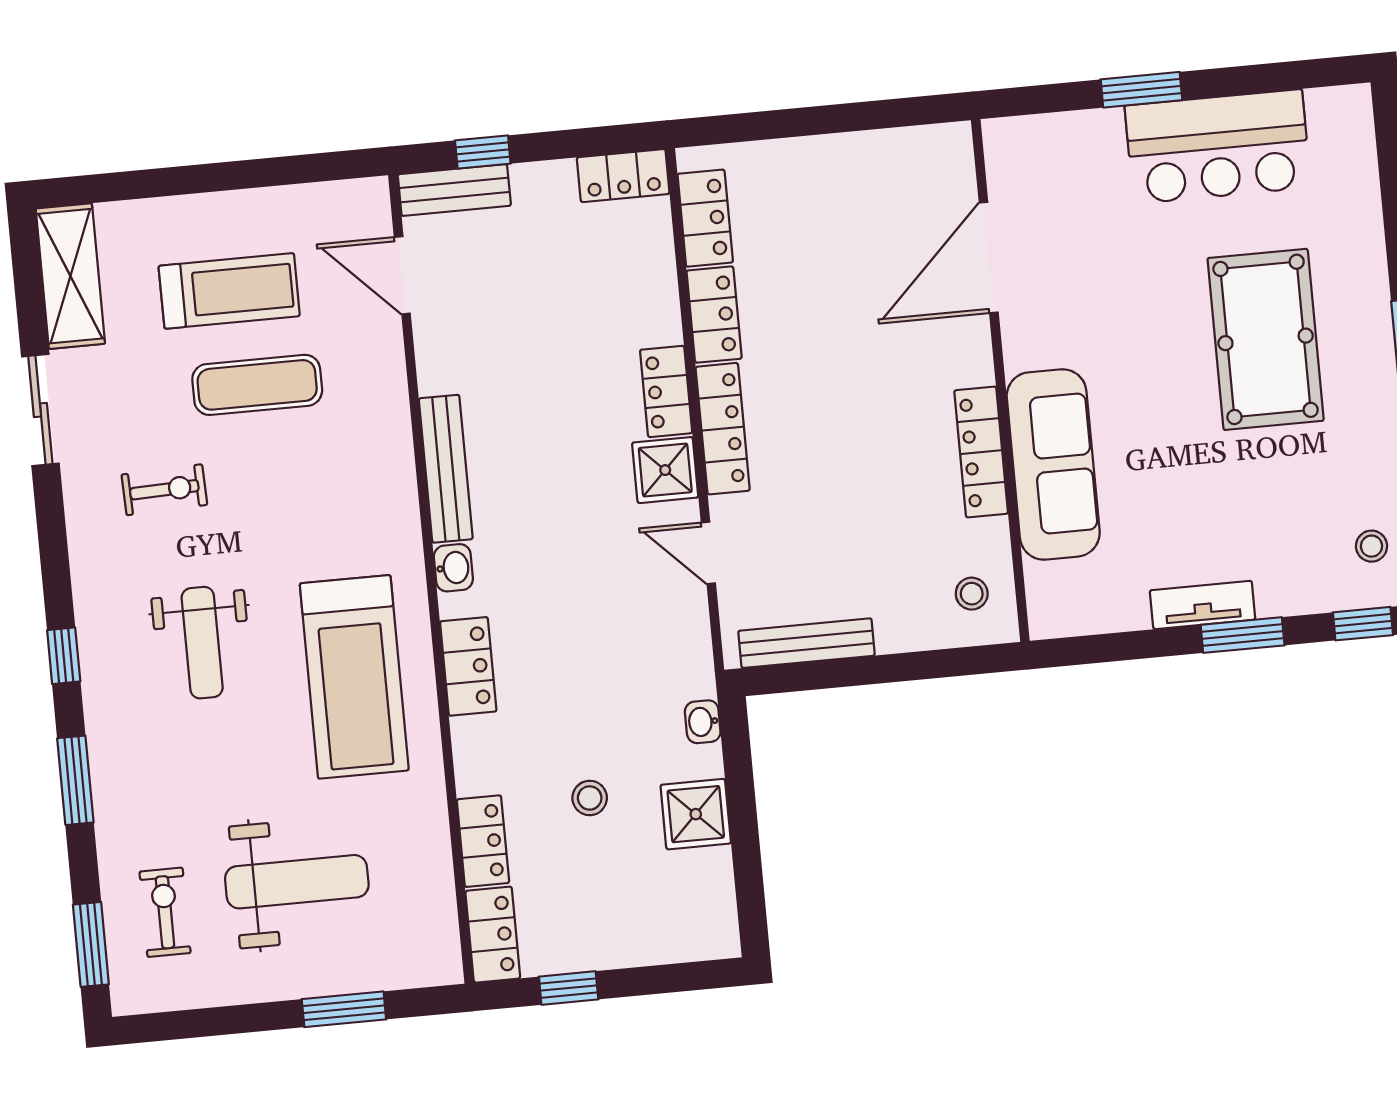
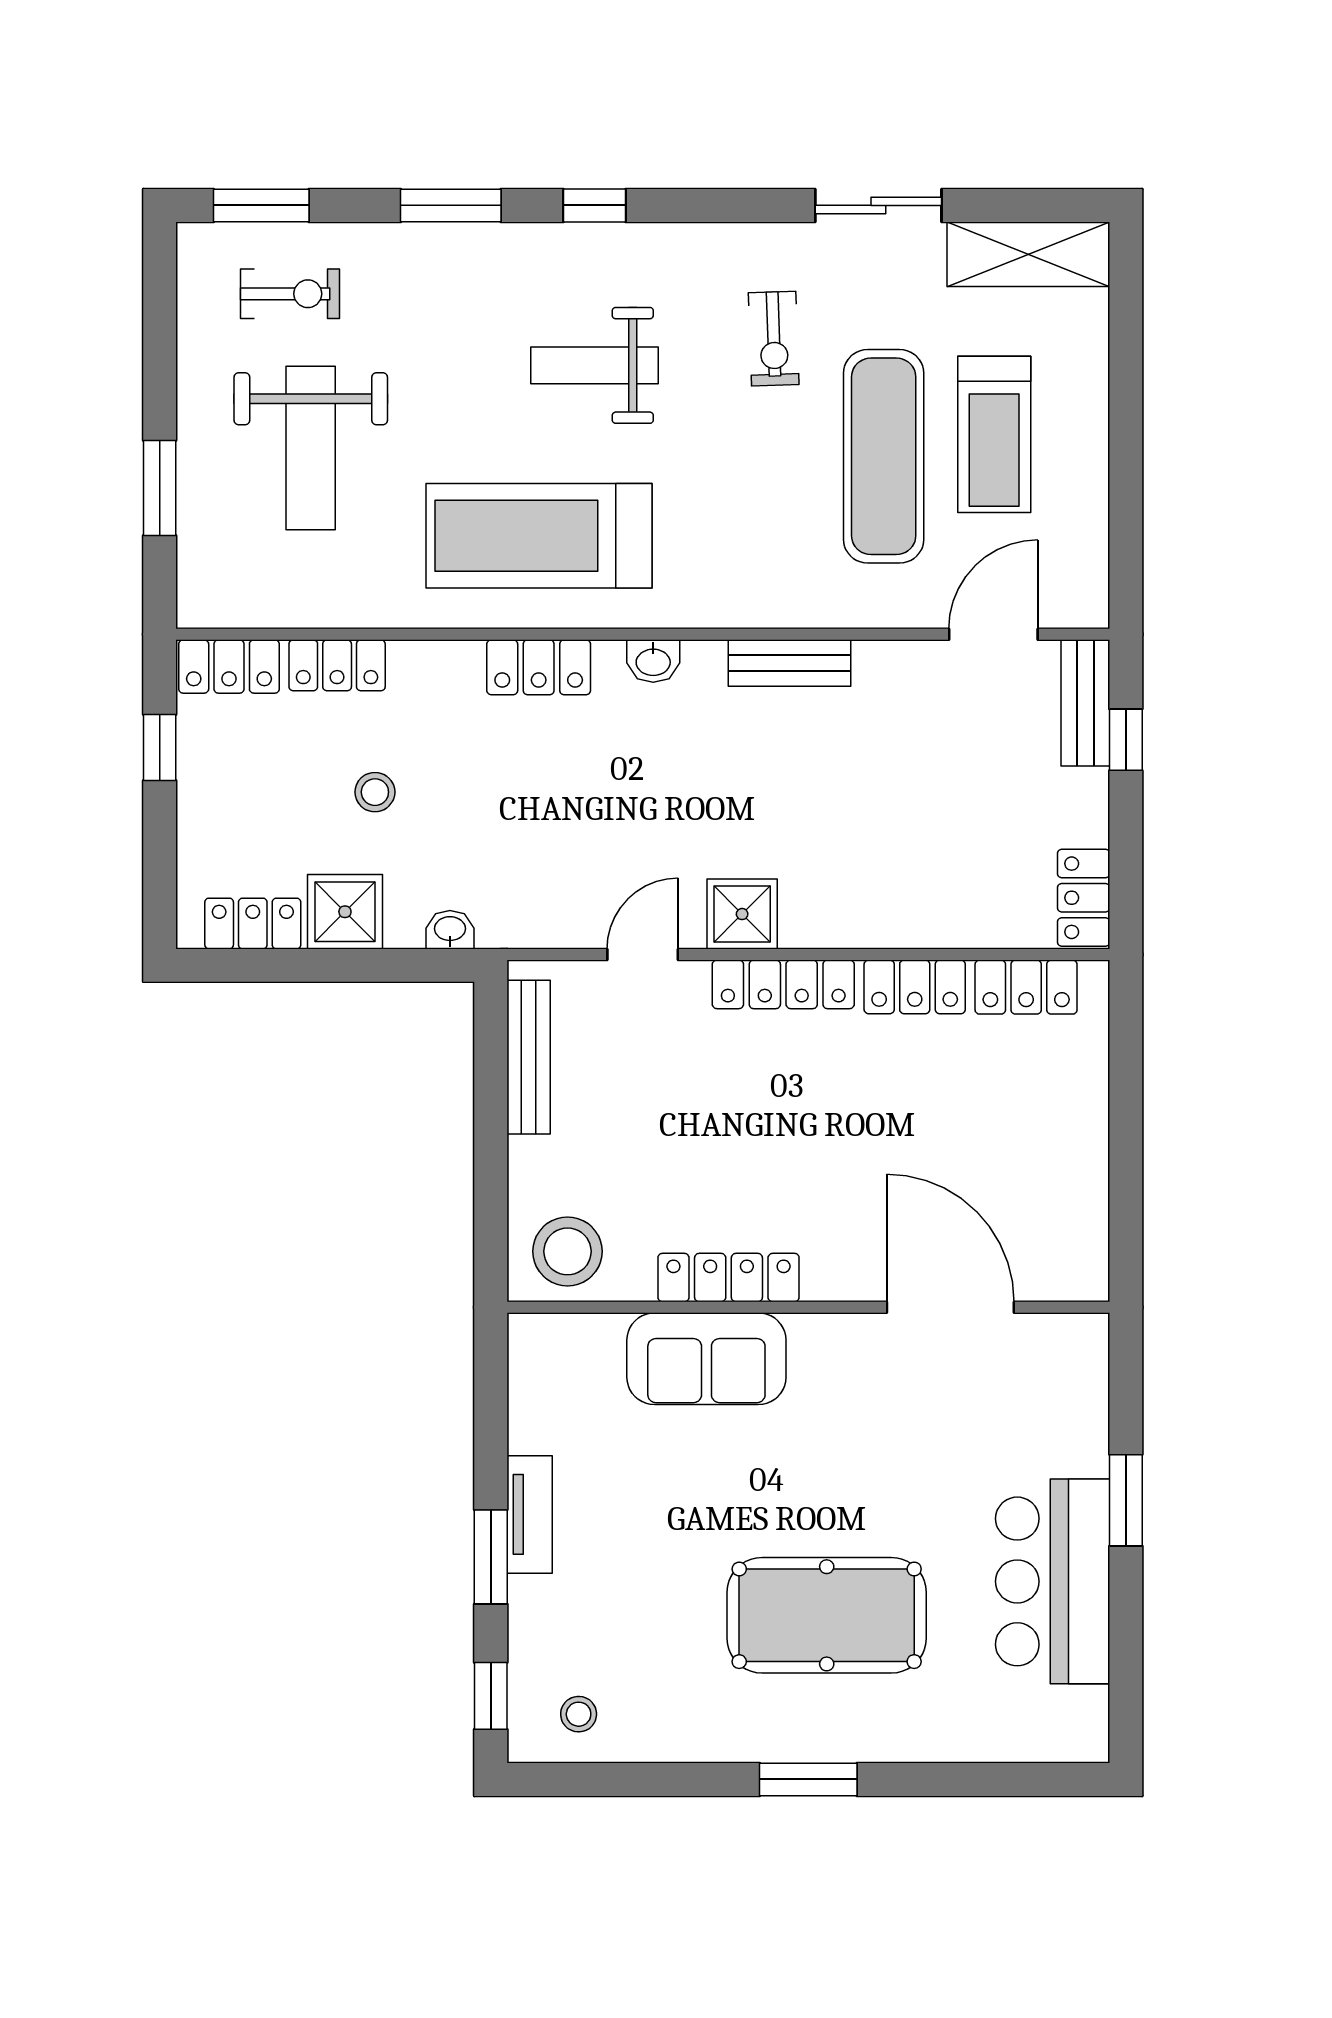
exercise mat: (257, 385) -> (884, 456), width x1.36, depth x1.45
locker: (666, 391) -> (253, 924), moved
sofa: (1053, 464) -> (706, 1359), width x0.73
bench: (446, 469) -> (790, 663), width x0.73
stool: (972, 594) -> (567, 1251), width x1.89, depth x1.89

